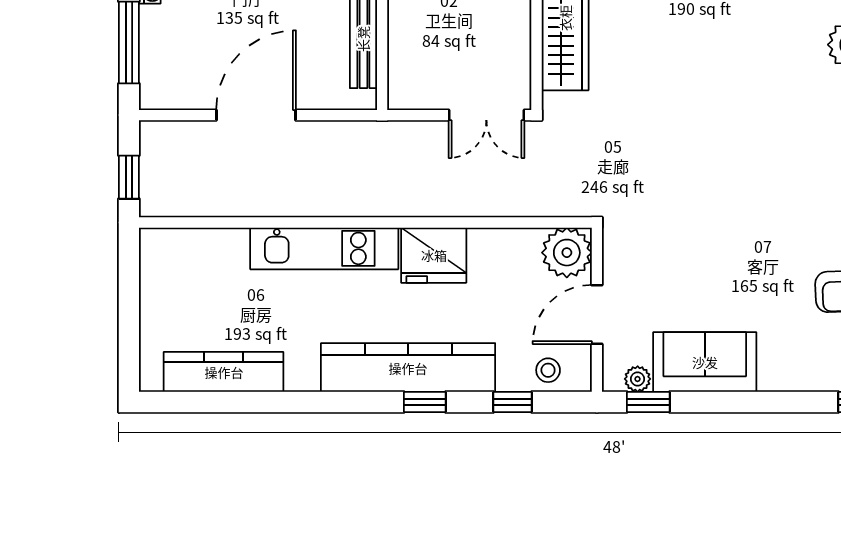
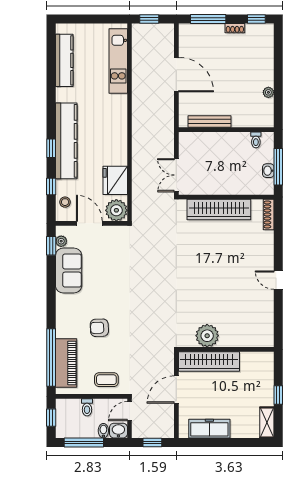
kitchen unit: (324, 248) -> (118, 61), moved
fridge: (434, 255) -> (115, 180), moved

